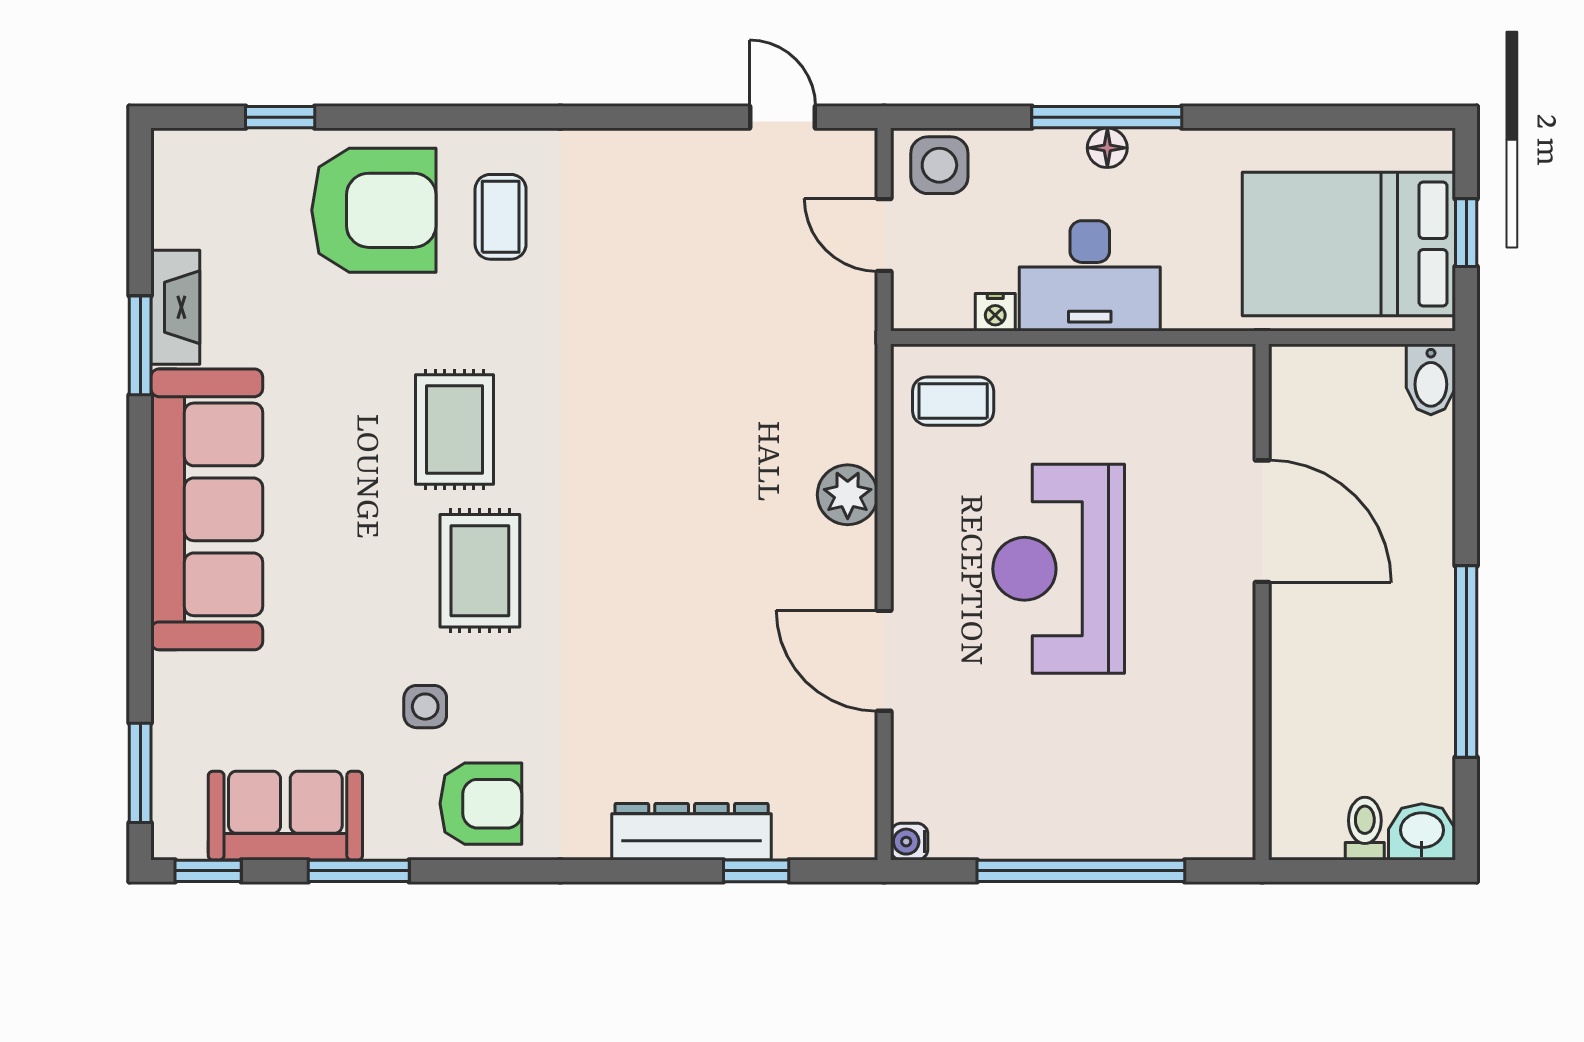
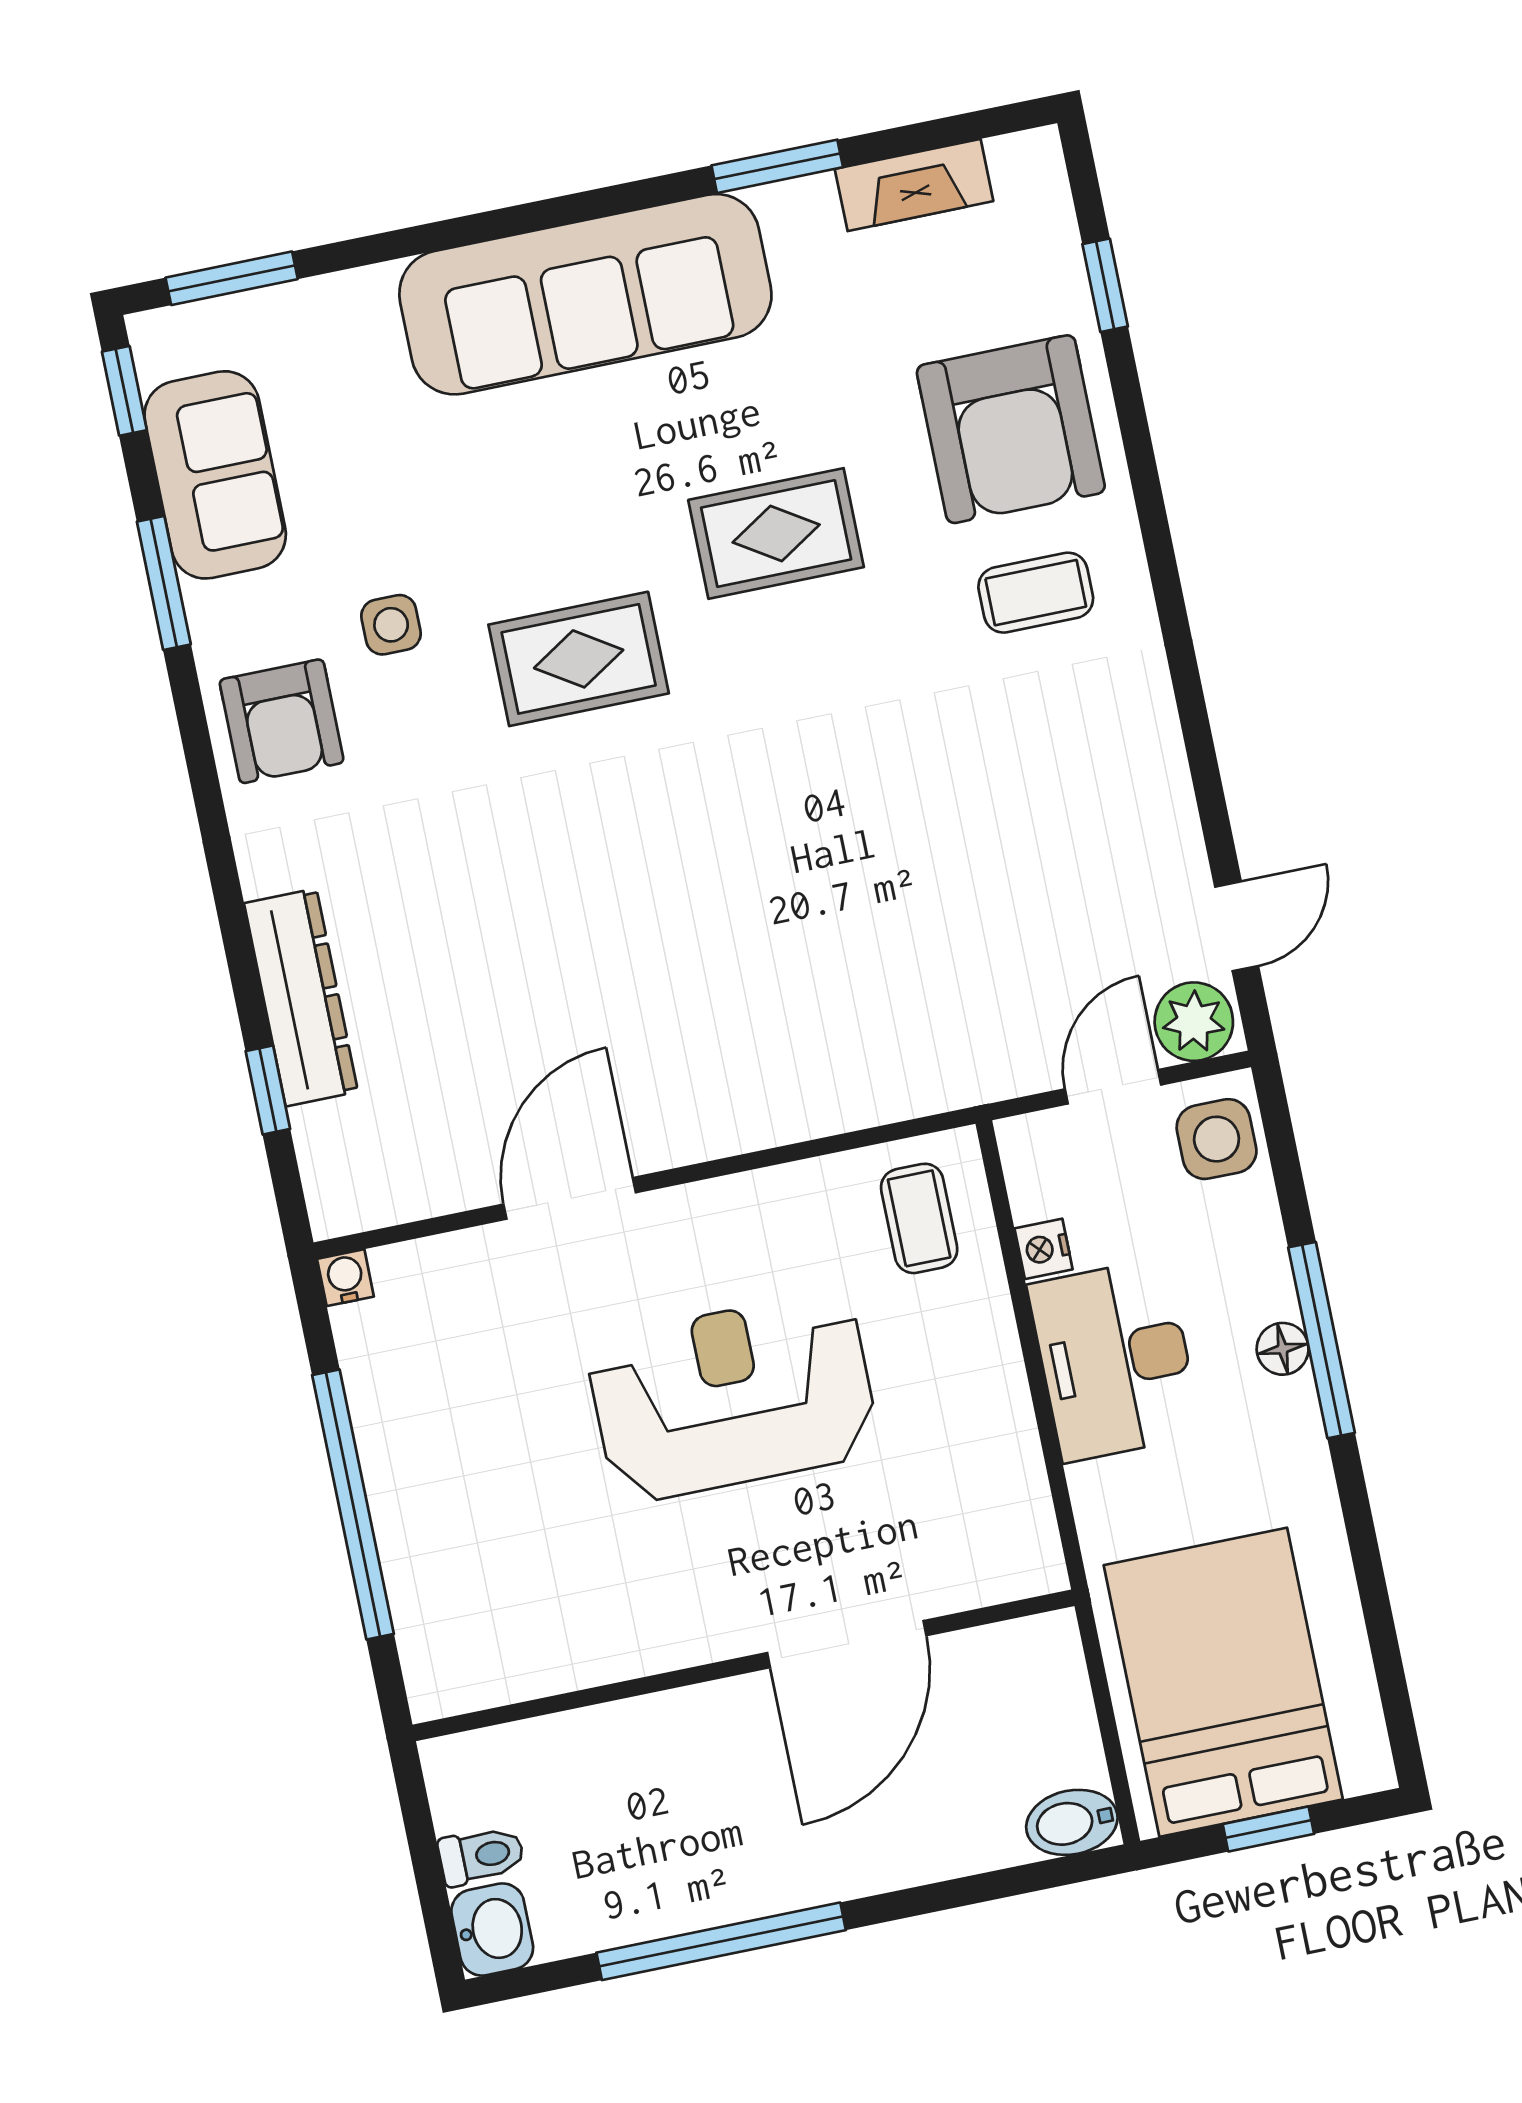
fireplace: (175, 307) -> (914, 185), moved
rug: (454, 429) -> (776, 534), moved
plant: (848, 495) -> (1194, 1022), moved

